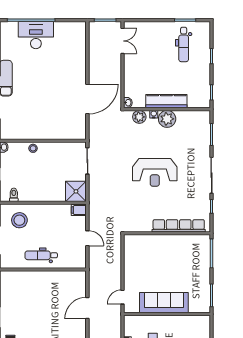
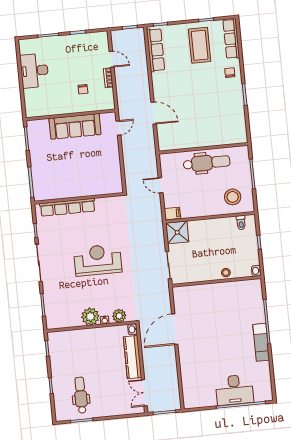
kitchen counter: (166, 101) -> (132, 357), moved, turned 90
dental chair: (41, 255) -> (207, 163), width x1.36, depth x1.38
door: (87, 308) -> (154, 113), hinge flipped

